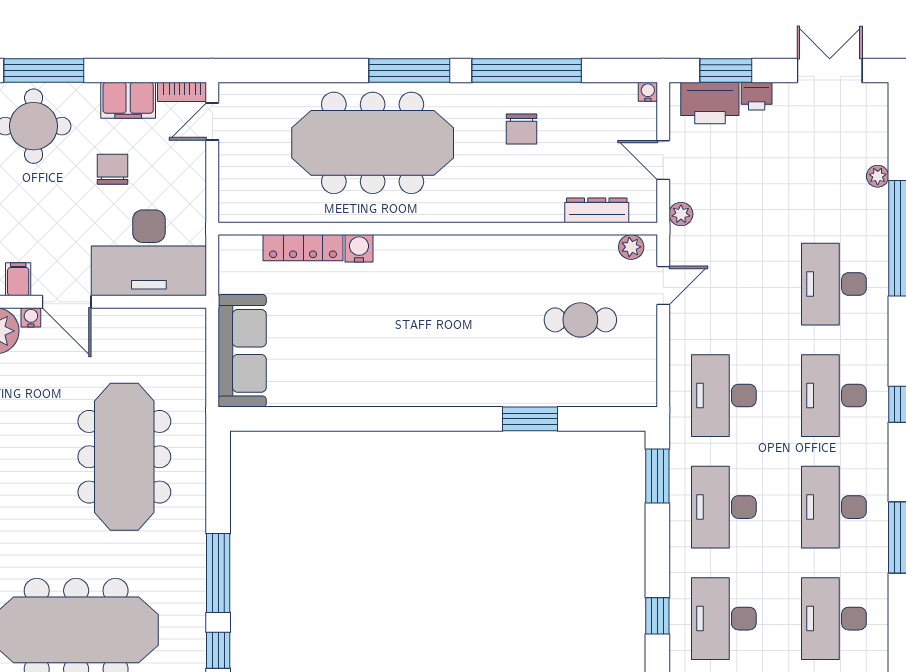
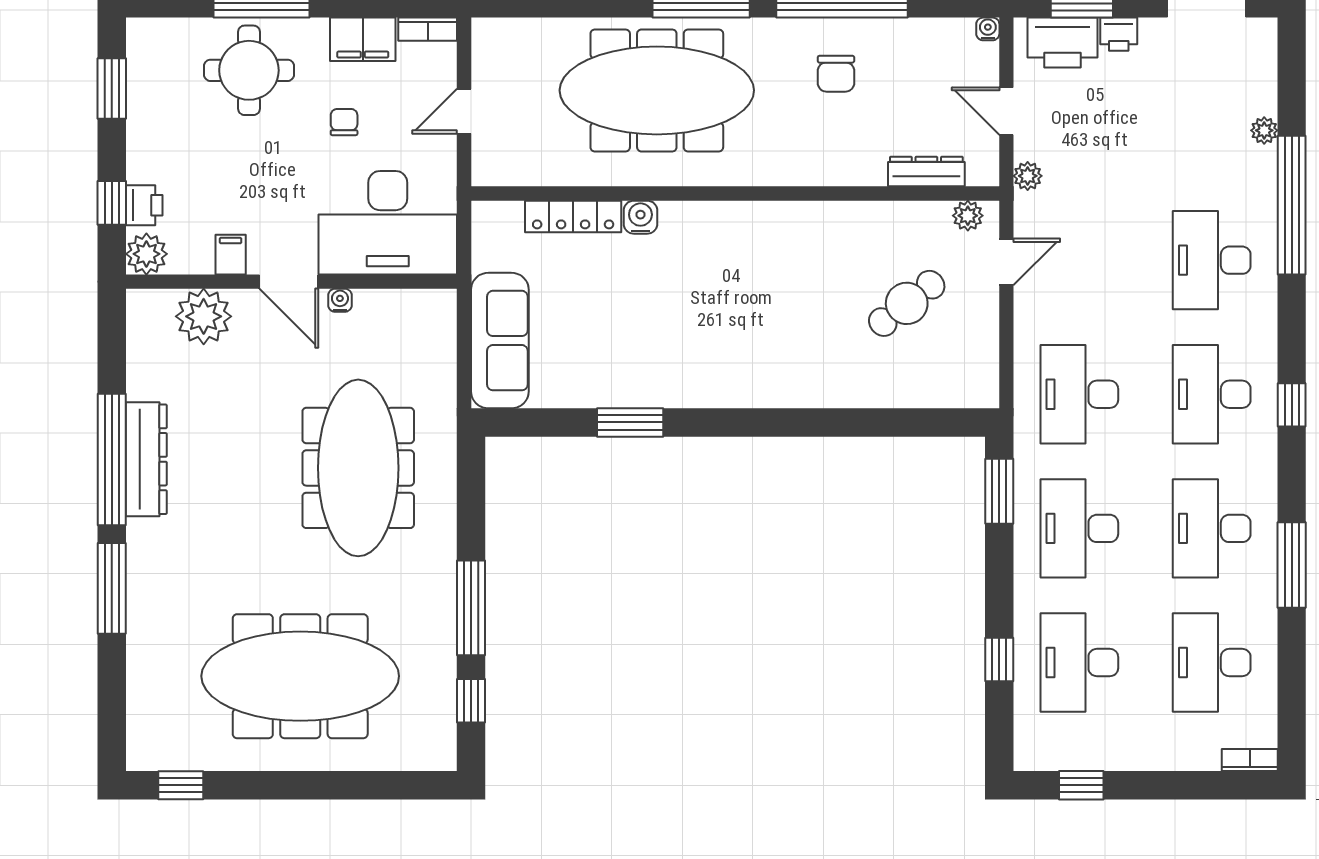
door: (212, 121) -> (464, 111), moved
chair: (113, 169) -> (344, 122), width x0.73, depth x0.73
water cooler: (31, 317) -> (340, 300), moved
cafe table: (580, 320) -> (907, 303), turned -38
window: (530, 419) -> (630, 422), moved

